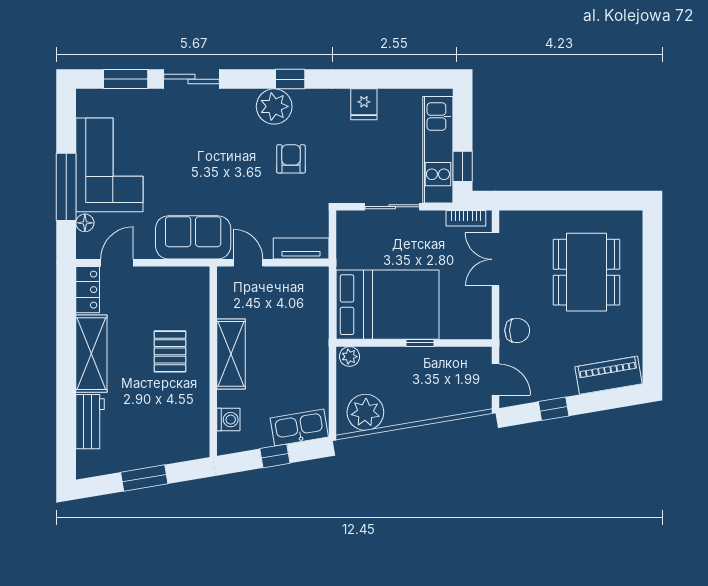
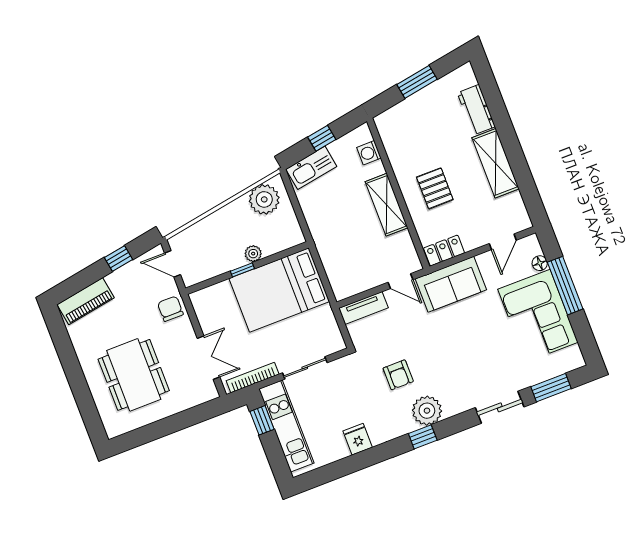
bookcase: (466, 218) -> (253, 378), width x1.56
locker: (88, 290) -> (444, 251), moved, turned 90
chair: (517, 330) -> (170, 309), turned 90
plant: (349, 357) -> (253, 254), moved

